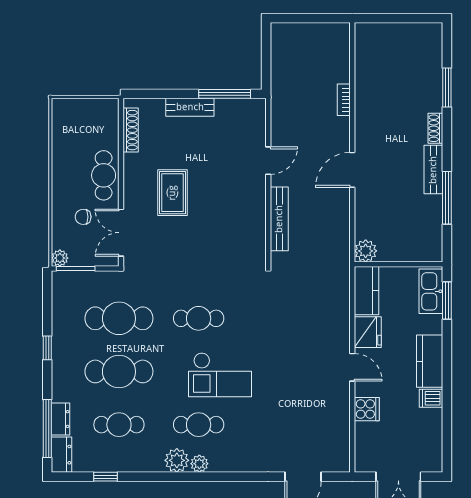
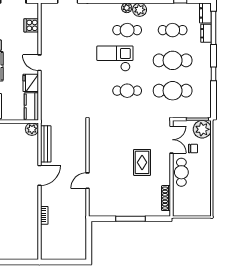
window: (225, 94) -> (131, 219), moved
bench: (190, 107) -> (132, 211), removed
bench: (279, 219) -> (46, 144), moved
plant: (60, 258) -> (202, 129), width x1.88, depth x1.88
cooker: (367, 409) -> (31, 25), moved

